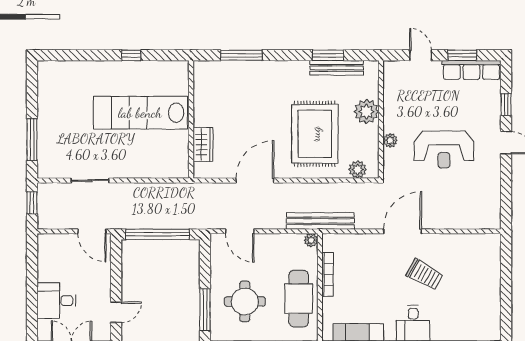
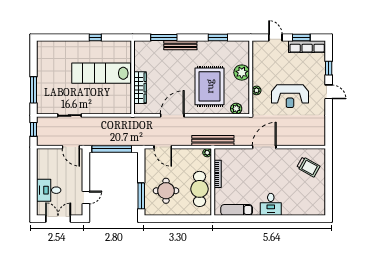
bench: (337, 68) -> (180, 45), moved
wardrobe: (203, 144) -> (140, 88), width x1.50
trolley: (425, 274) -> (308, 167), moved

